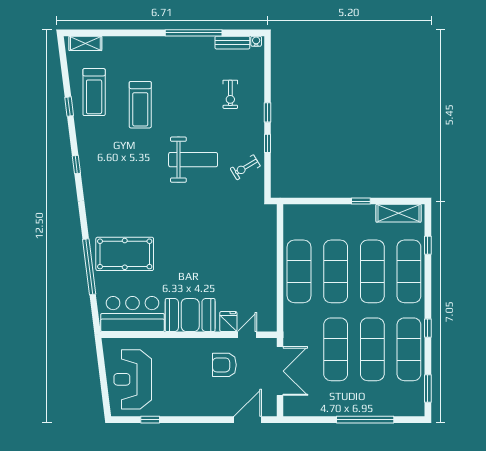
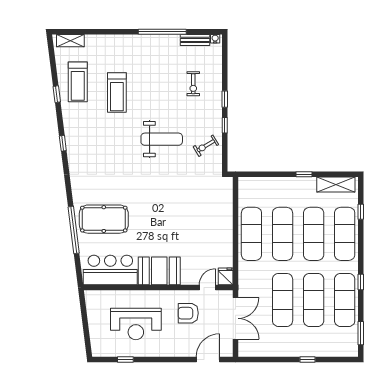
fridge: (228, 321) -> (226, 276), moved
reception desk: (133, 379) -> (136, 324), moved, turned -90
window: (365, 420) -> (307, 360), width x0.32

